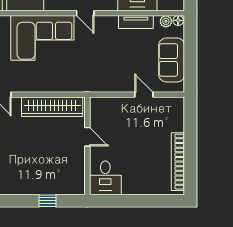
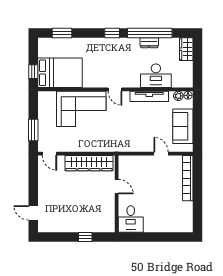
tv unit: (136, 22) -> (149, 96), width x1.41
bookcase: (178, 162) -> (188, 178), moved

